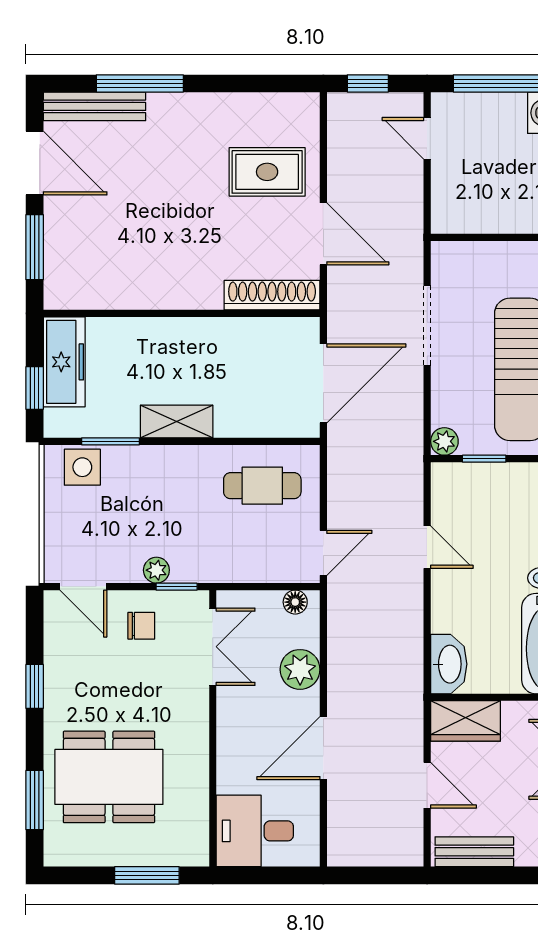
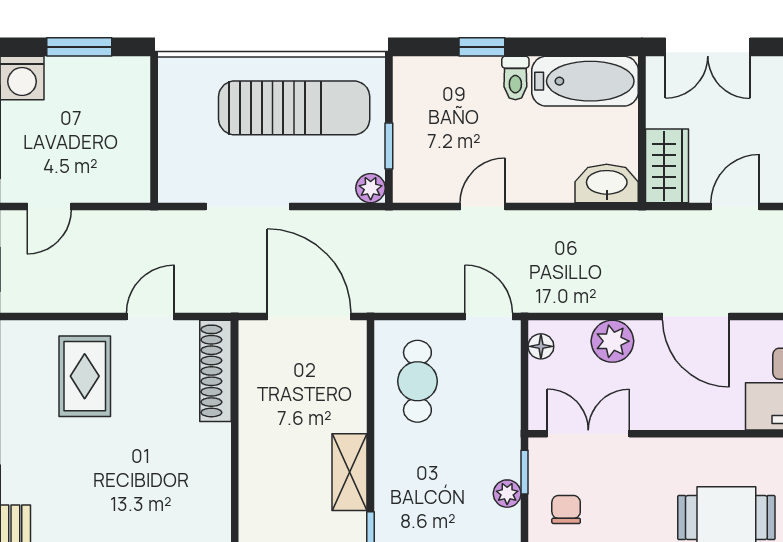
door: (323, 234) -> (150, 316), width x0.73

